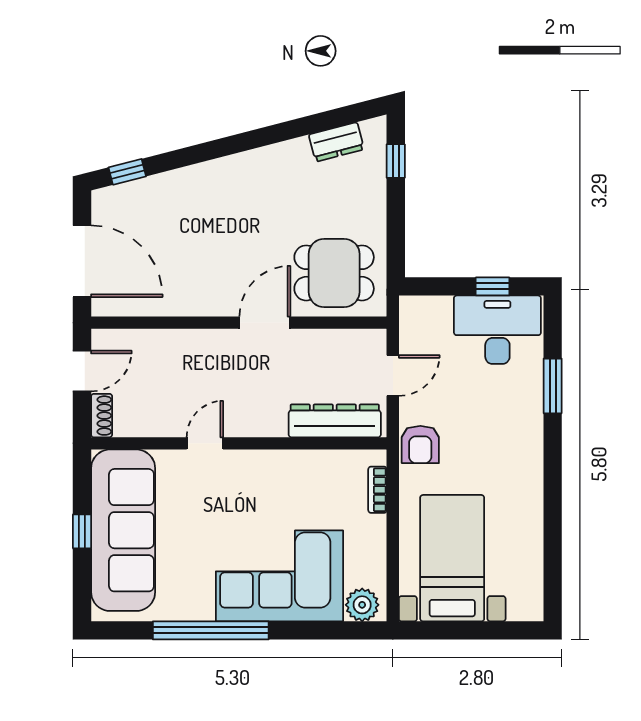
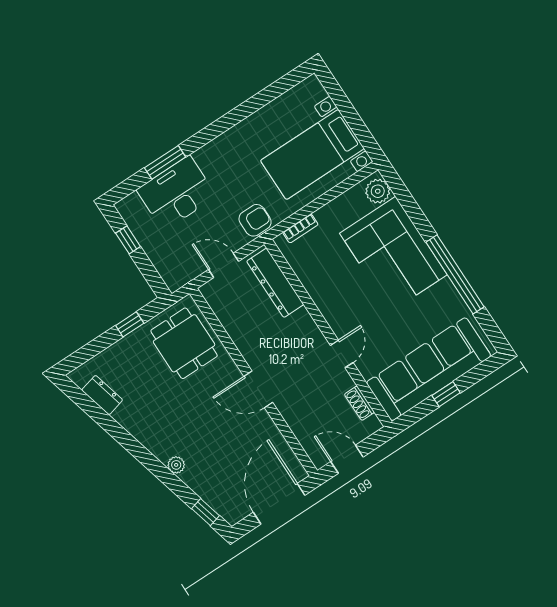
window: (396, 161) -> (130, 324), moved
plant: (202, 174) -> (176, 465), added
door: (265, 323) -> (258, 389), moved
desk: (497, 330) -> (177, 193), moved, turned 90
shoe rack: (102, 416) -> (359, 403), moved, turned -90
door: (205, 443) -> (342, 354), swing flipped

